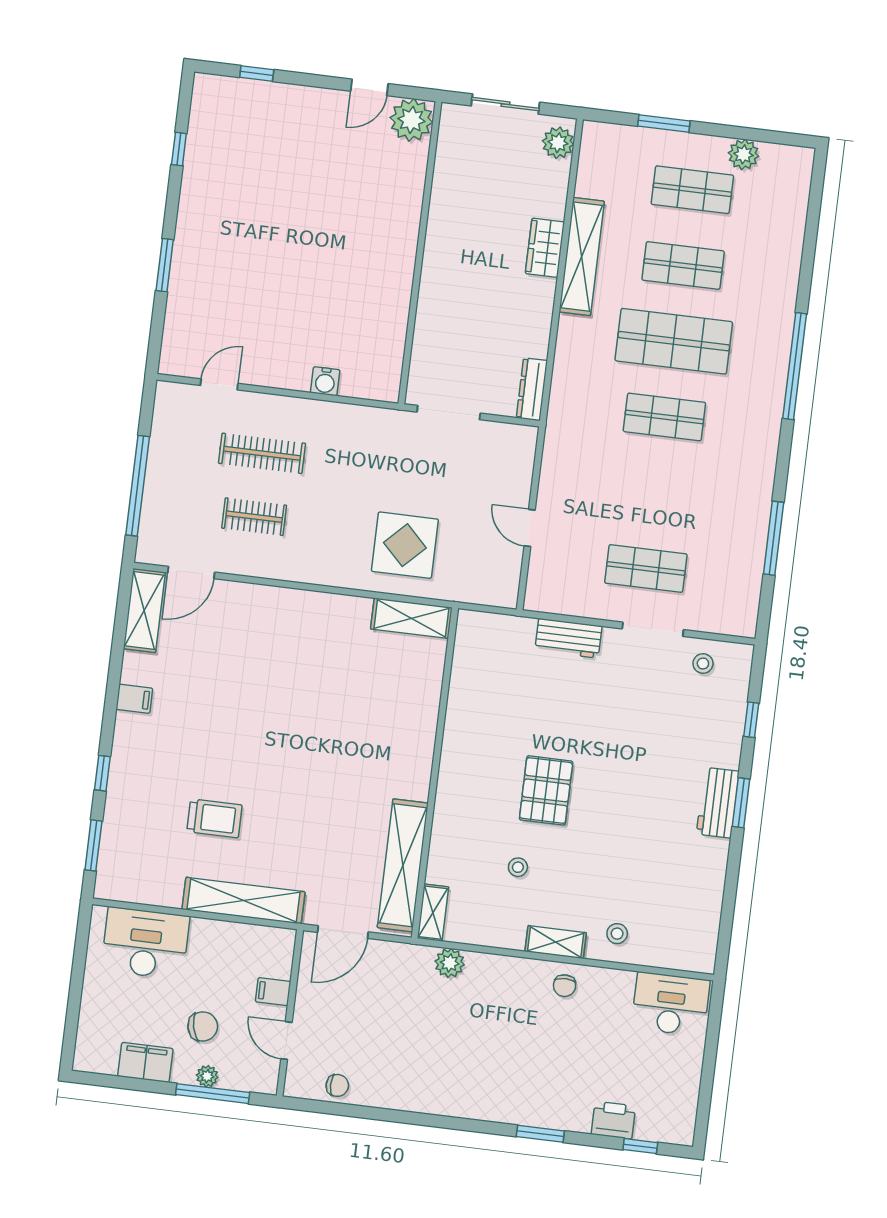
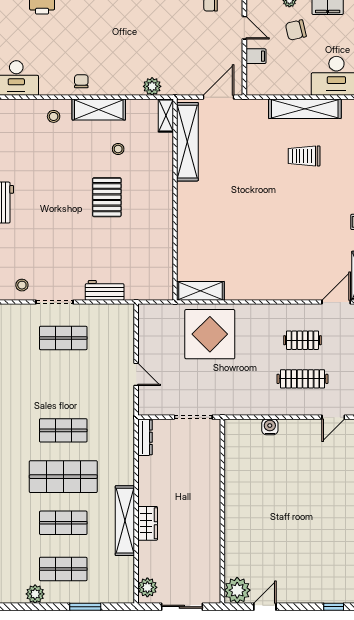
door: (530, 528) -> (136, 374), moved
display table: (405, 545) -> (210, 334), width x1.36, depth x1.36
shelving: (244, 901) -> (305, 109), moved
shelving: (556, 942) -> (99, 109), width x1.50, depth x1.33

